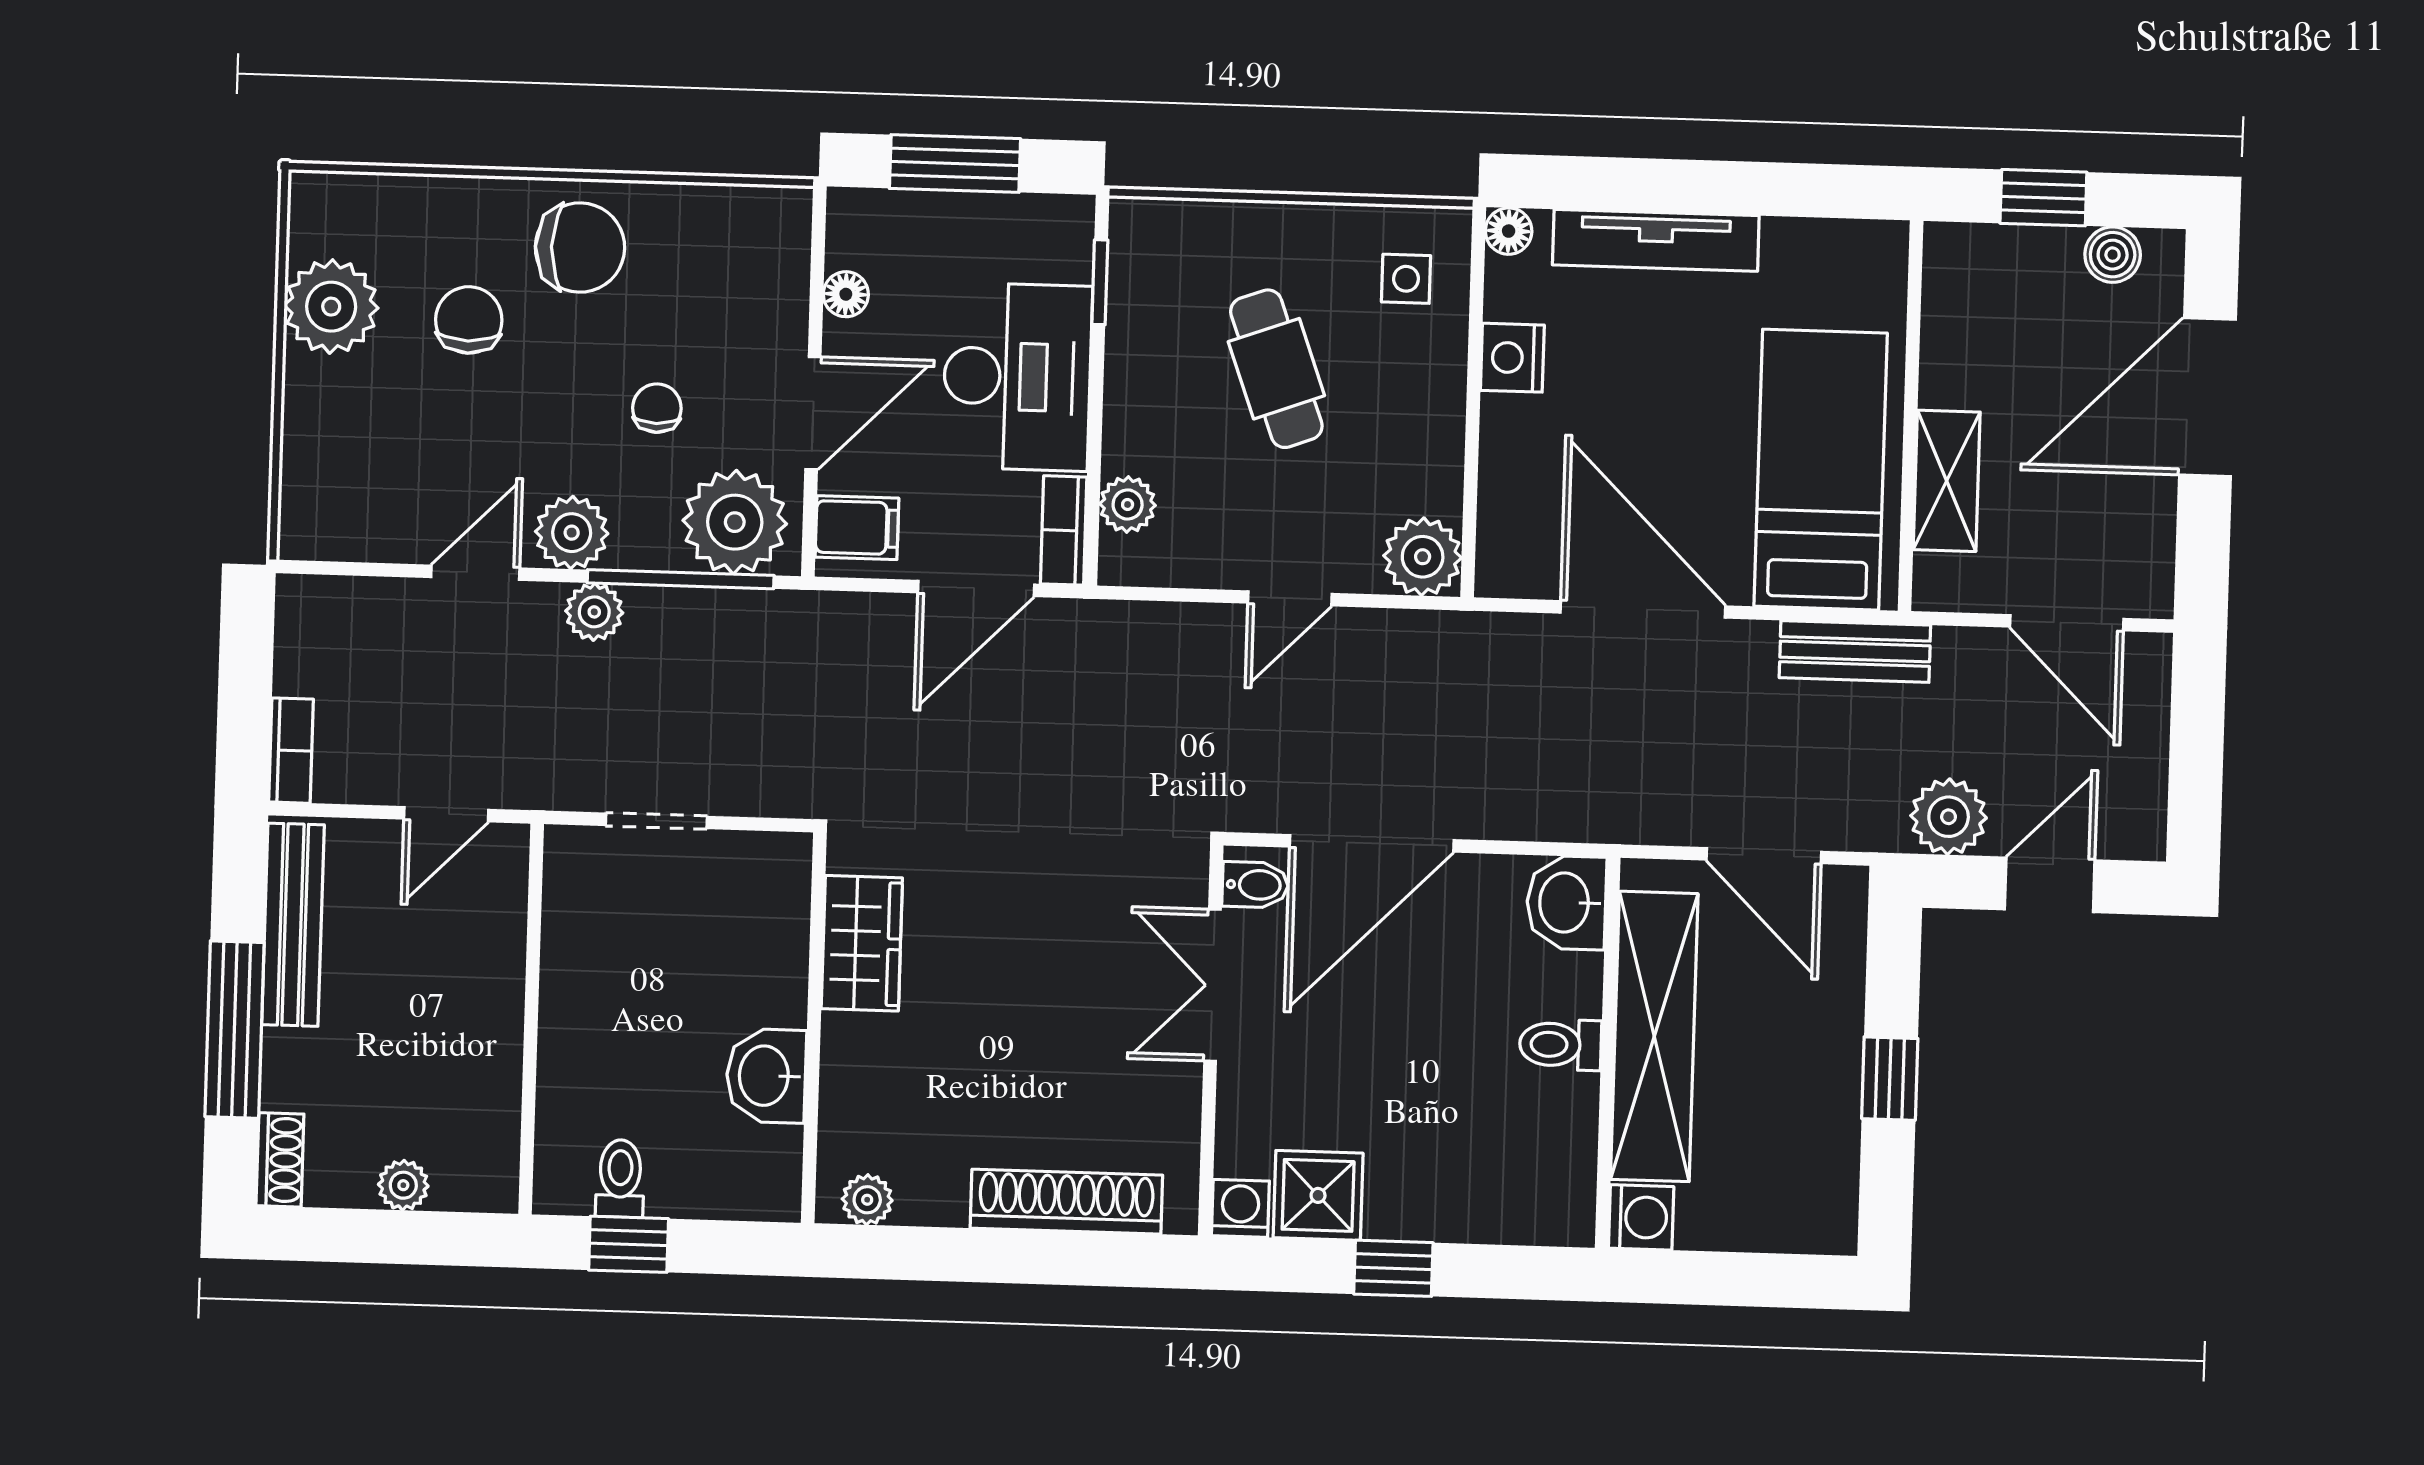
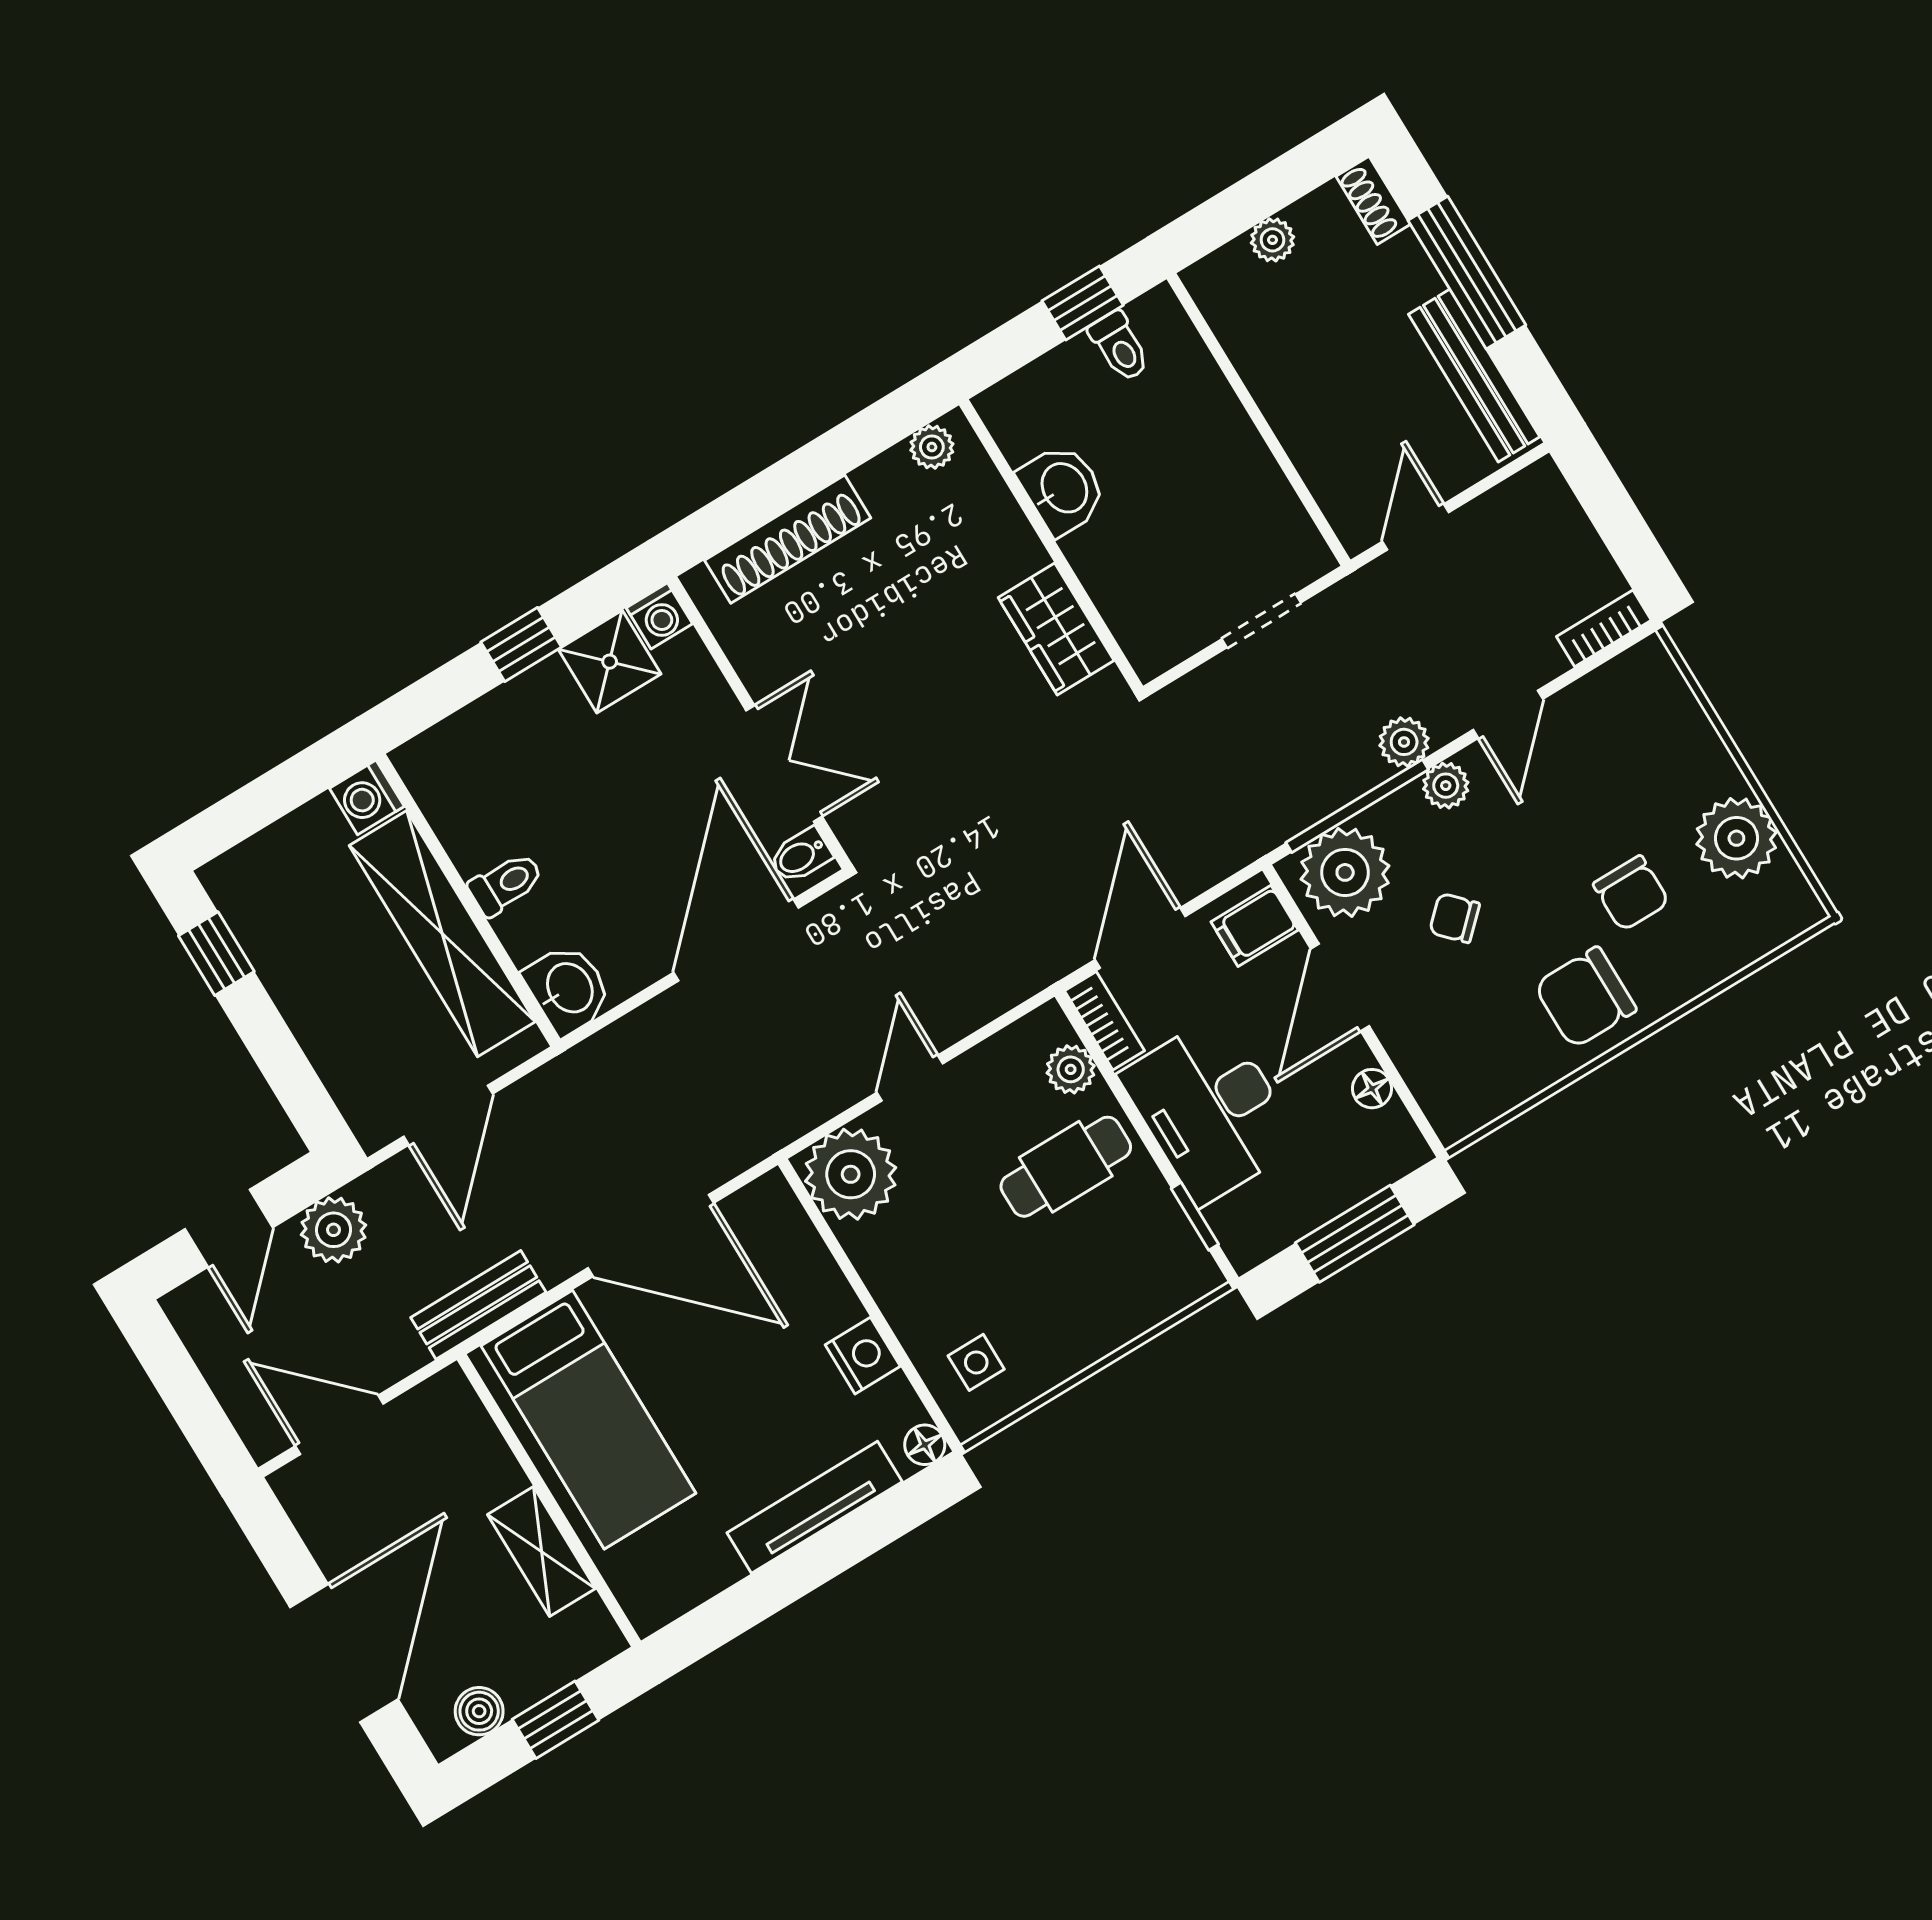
cafe table: (1276, 369) -> (1066, 1167), moved, turned -70
chair: (657, 408) -> (1455, 918), turned 136
shelving: (1947, 481) -> (542, 1551), moved
plant: (572, 533) -> (1446, 786), width x0.73, depth x0.73
plant: (1423, 557) -> (851, 1174), width x1.36, depth x1.36
bookcase: (291, 751) -> (1604, 628), moved, turned 90
door: (1764, 856) -> (448, 1115), swing flipped
window: (1890, 1079) -> (216, 954), moved

